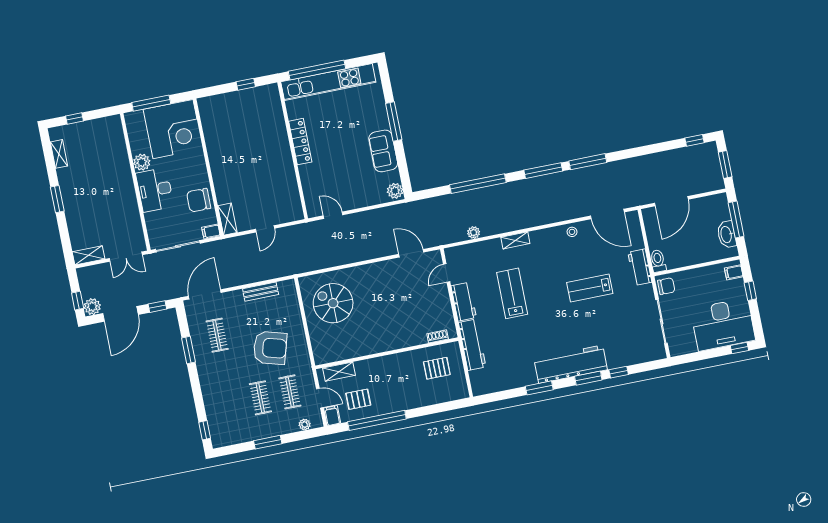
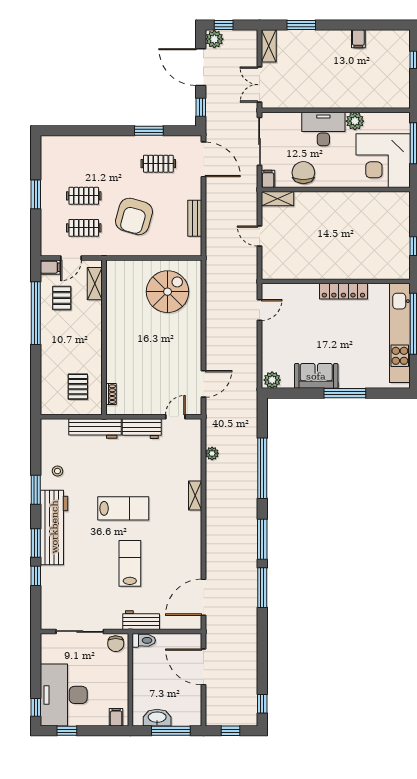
shelving: (59, 154) -> (381, 36), removed
window: (725, 165) -> (231, 731), width x0.67
filing cabinet: (65, 174) -> (358, 39), added
window: (57, 199) -> (301, 25), moved
stool: (572, 232) -> (57, 471), moved
door: (447, 273) -> (175, 417), hinge flipped
window: (750, 291) -> (67, 731), moved
lab bench: (512, 293) -> (123, 508), moved
plant: (305, 424) -> (47, 237), removed
window: (205, 430) -> (62, 131), removed

